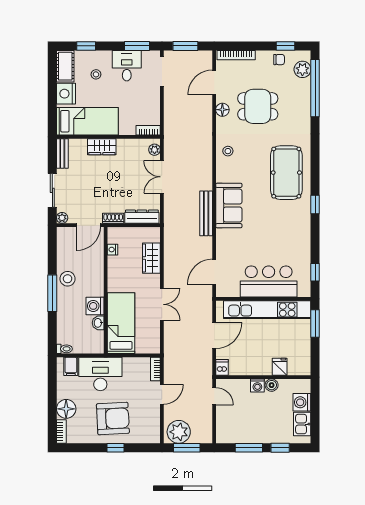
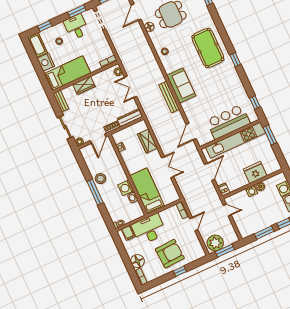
fridge: (280, 367) -> (255, 173), width x1.88, depth x1.34

